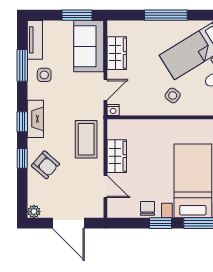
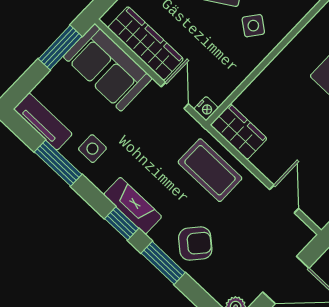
wardrobe: (117, 53) -> (146, 43), width x1.50
wardrobe: (117, 156) -> (239, 132), moved
window: (22, 158) -> (163, 263), width x1.50
door: (105, 186) -> (284, 199), hinge flipped

